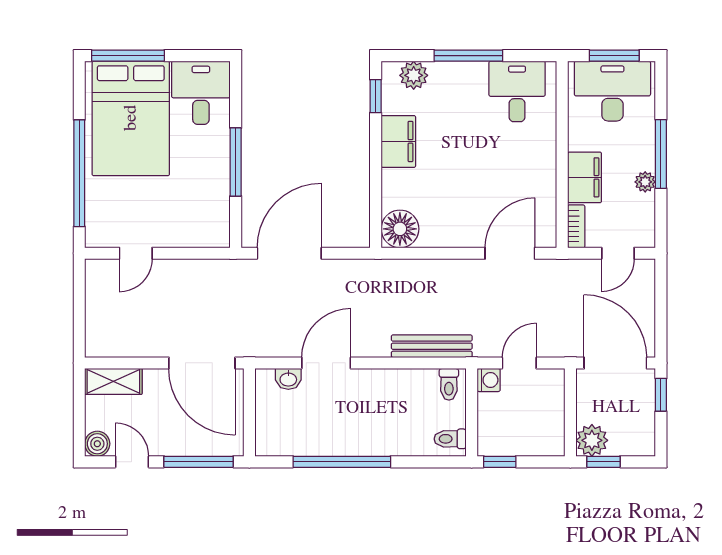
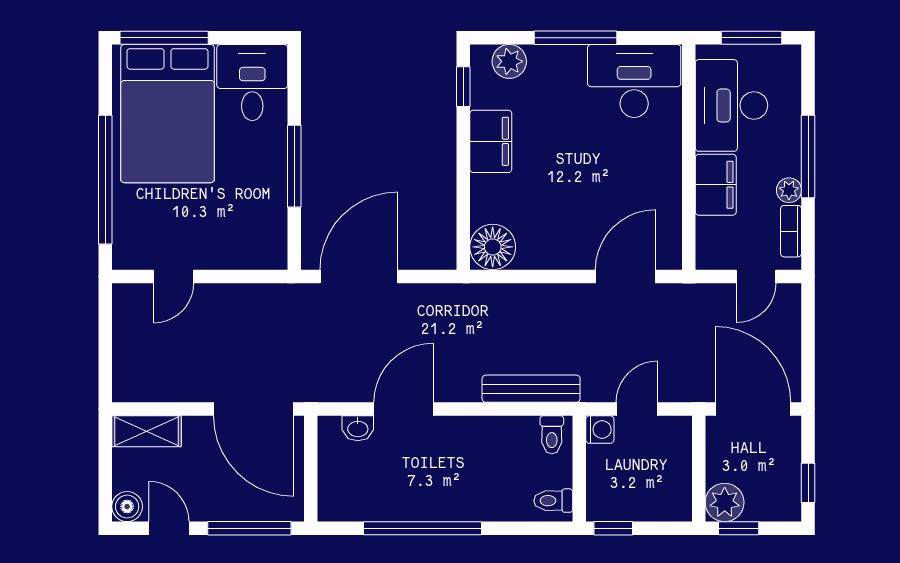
desk: (517, 91) -> (634, 81), width x1.37
desk: (612, 91) -> (731, 105), moved, turned -90
bookcase: (576, 226) -> (791, 231), moved, turned 180
window: (661, 395) -> (808, 483), moved

